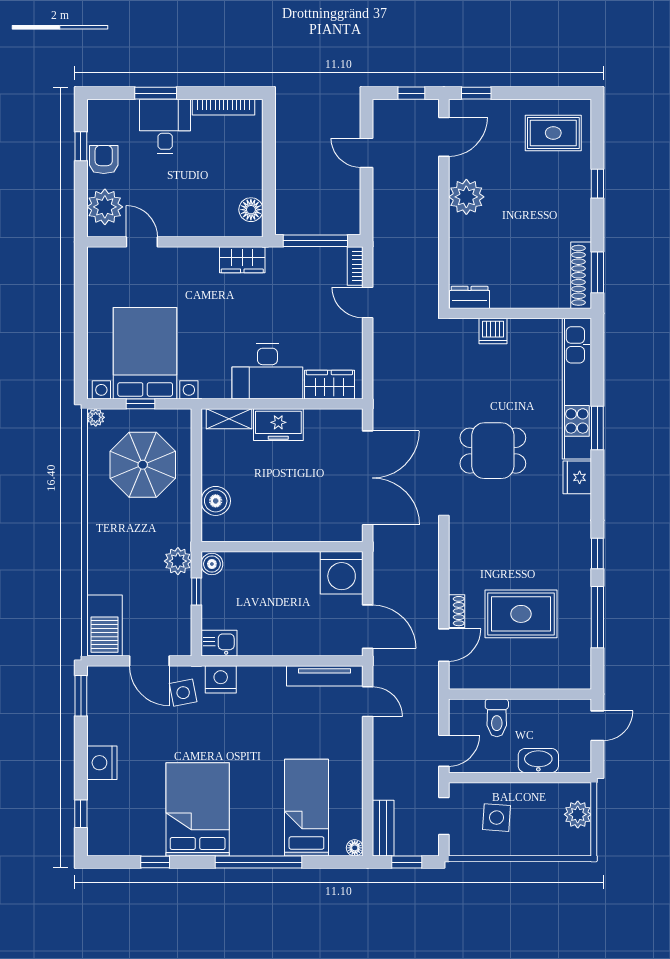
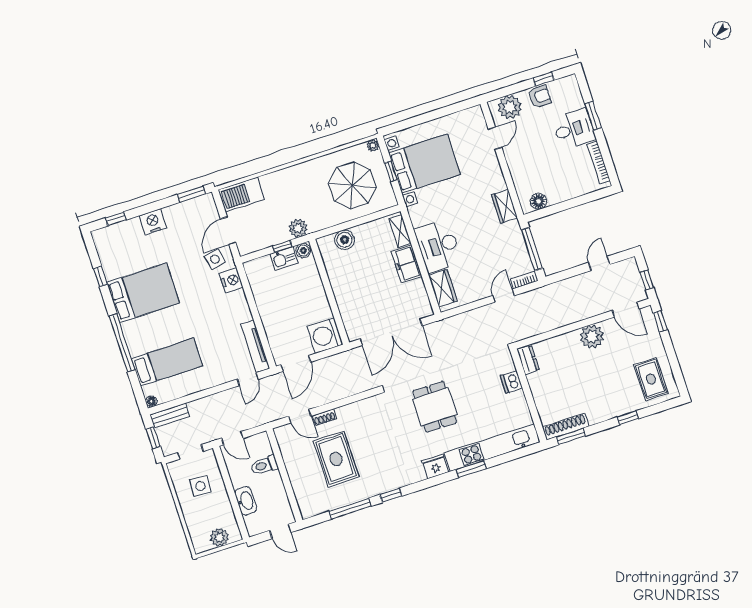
kitchen sink: (219, 643) -> (284, 258), moved, turned 90

